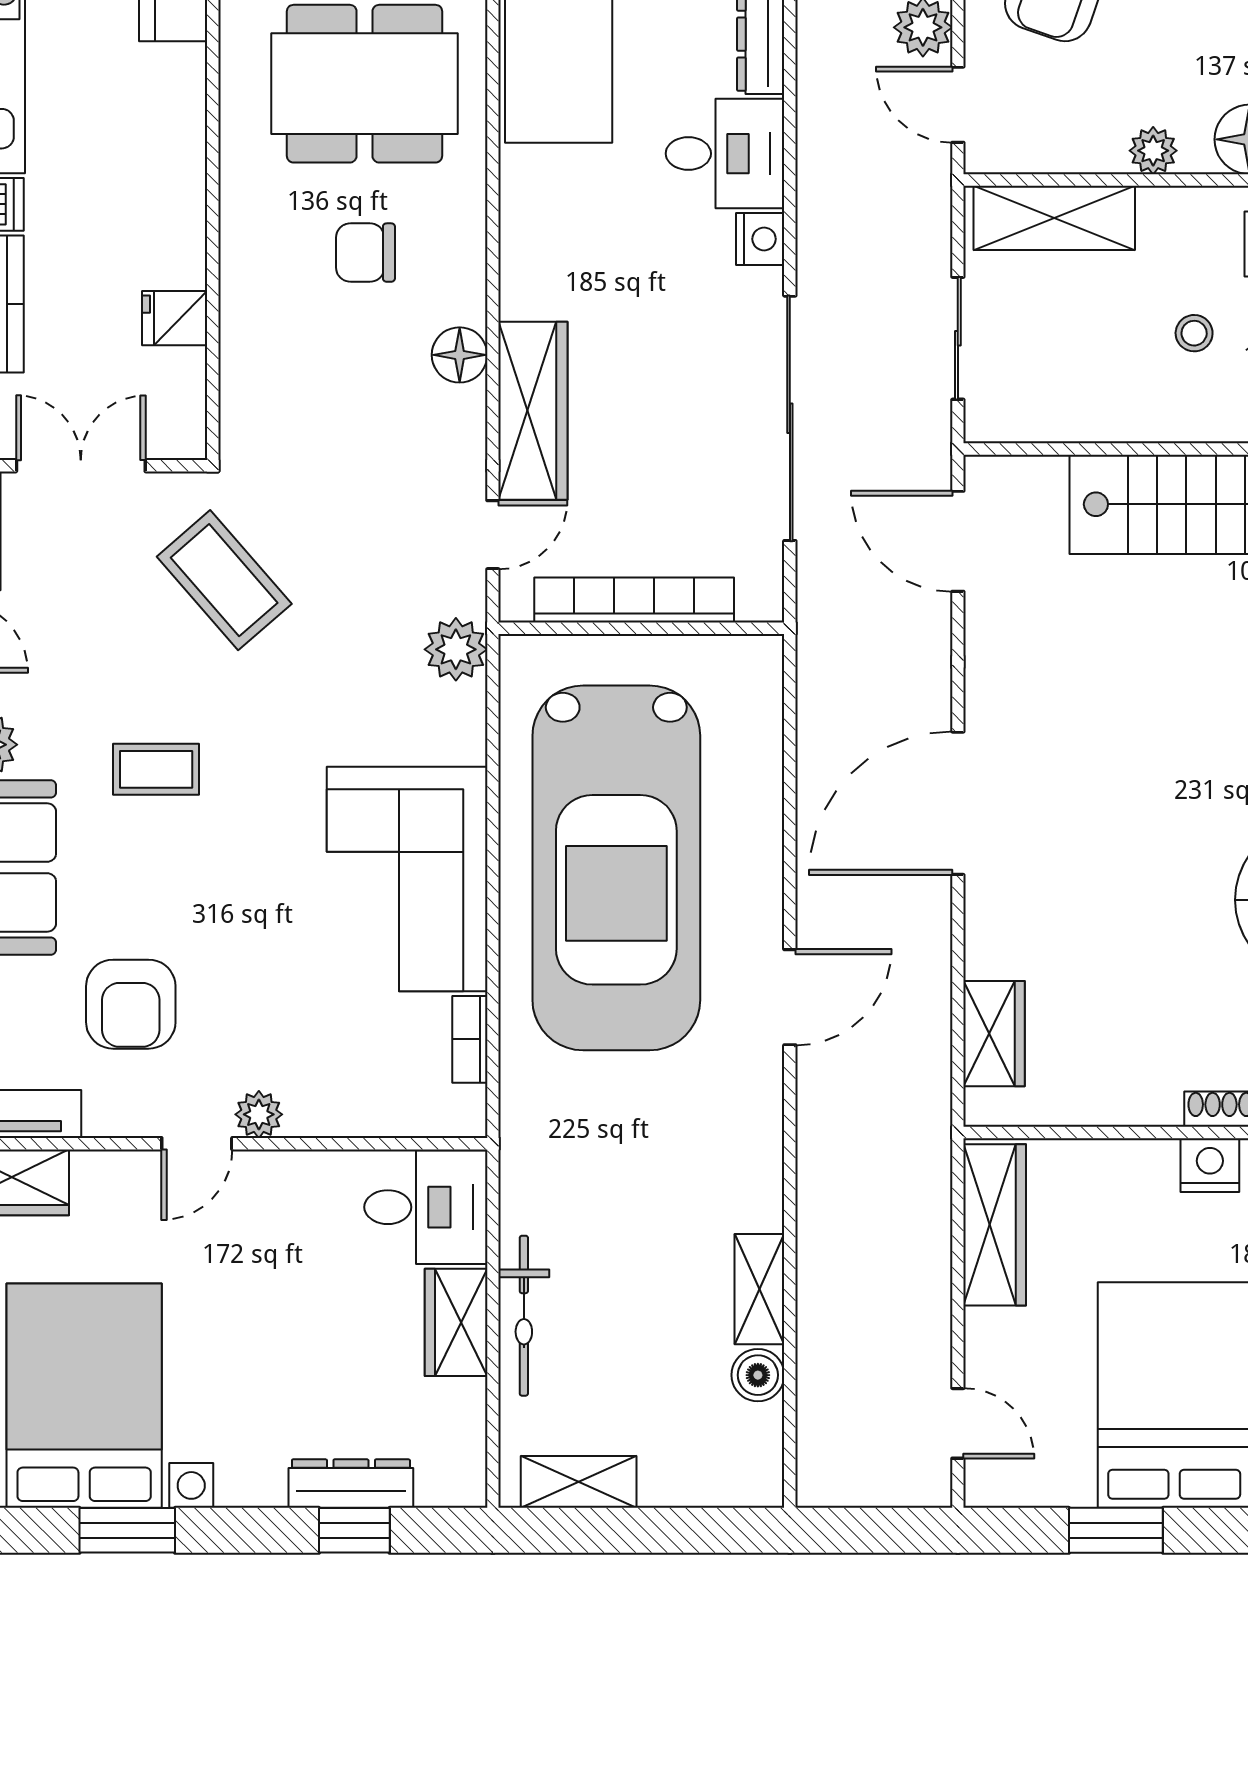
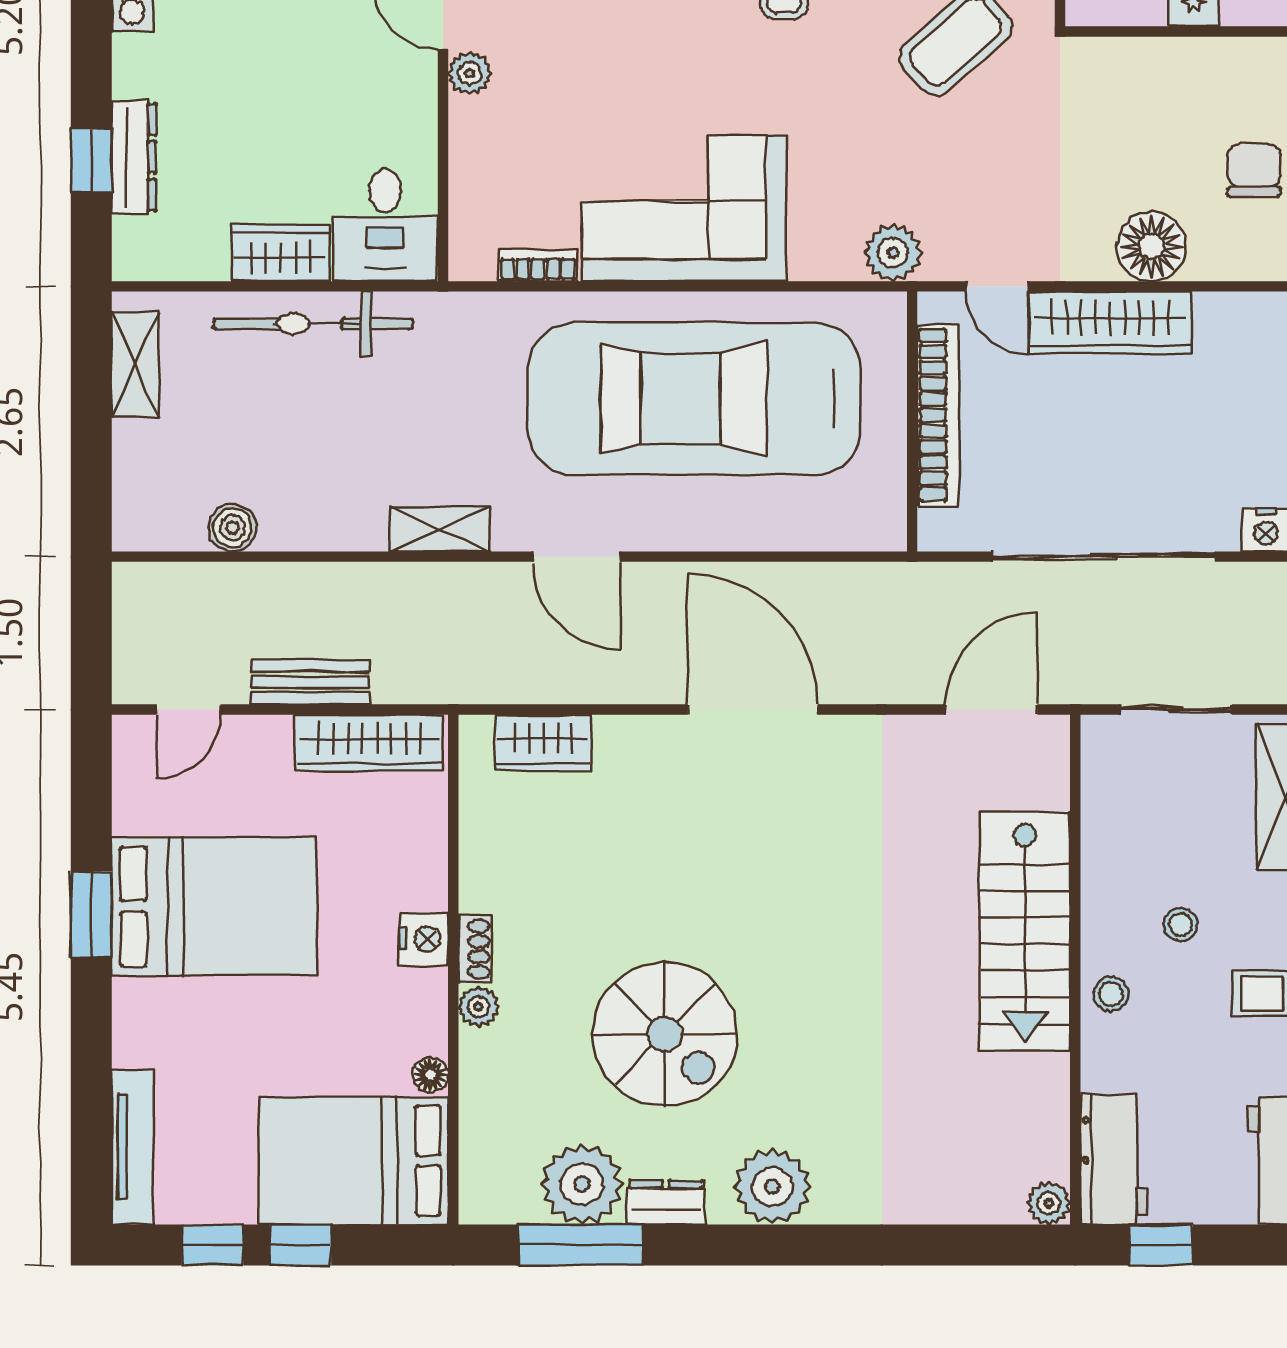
floor lamp: (460, 355) -> (1151, 247), width x1.38, depth x1.38
shelving: (759, 1289) -> (440, 529), moved
bench: (927, 1290) -> (310, 682), added
bicycle: (524, 1316) -> (313, 324), width x1.37, depth x1.40
window: (1116, 1530) -> (91, 914), moved

